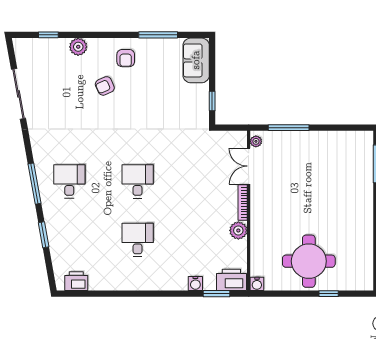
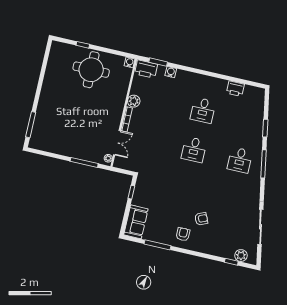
plant: (78, 47) -> (241, 256), moved
printer: (76, 281) -> (235, 89), moved

